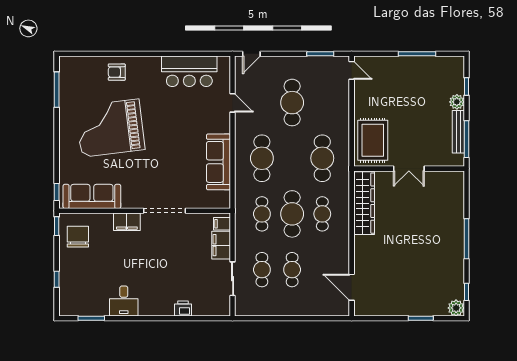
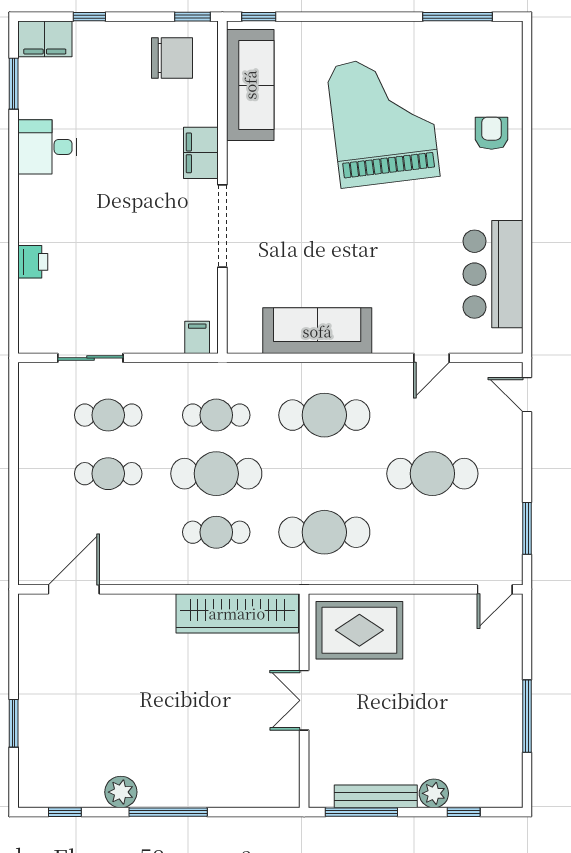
filing cabinet: (221, 245) -> (45, 39), moved, turned 180
plant: (456, 308) -> (121, 792), moved

